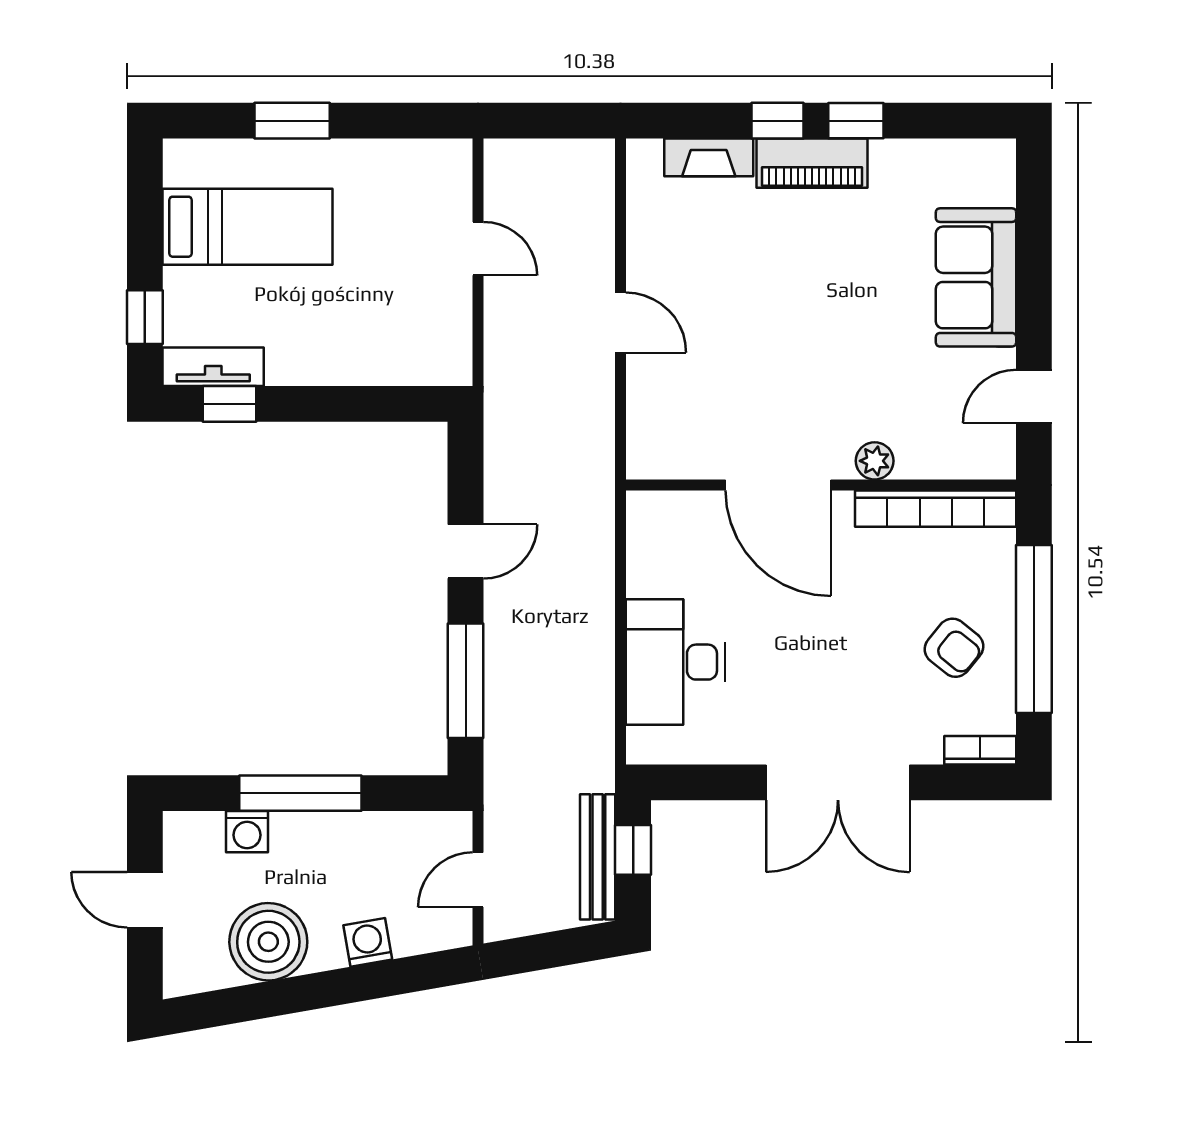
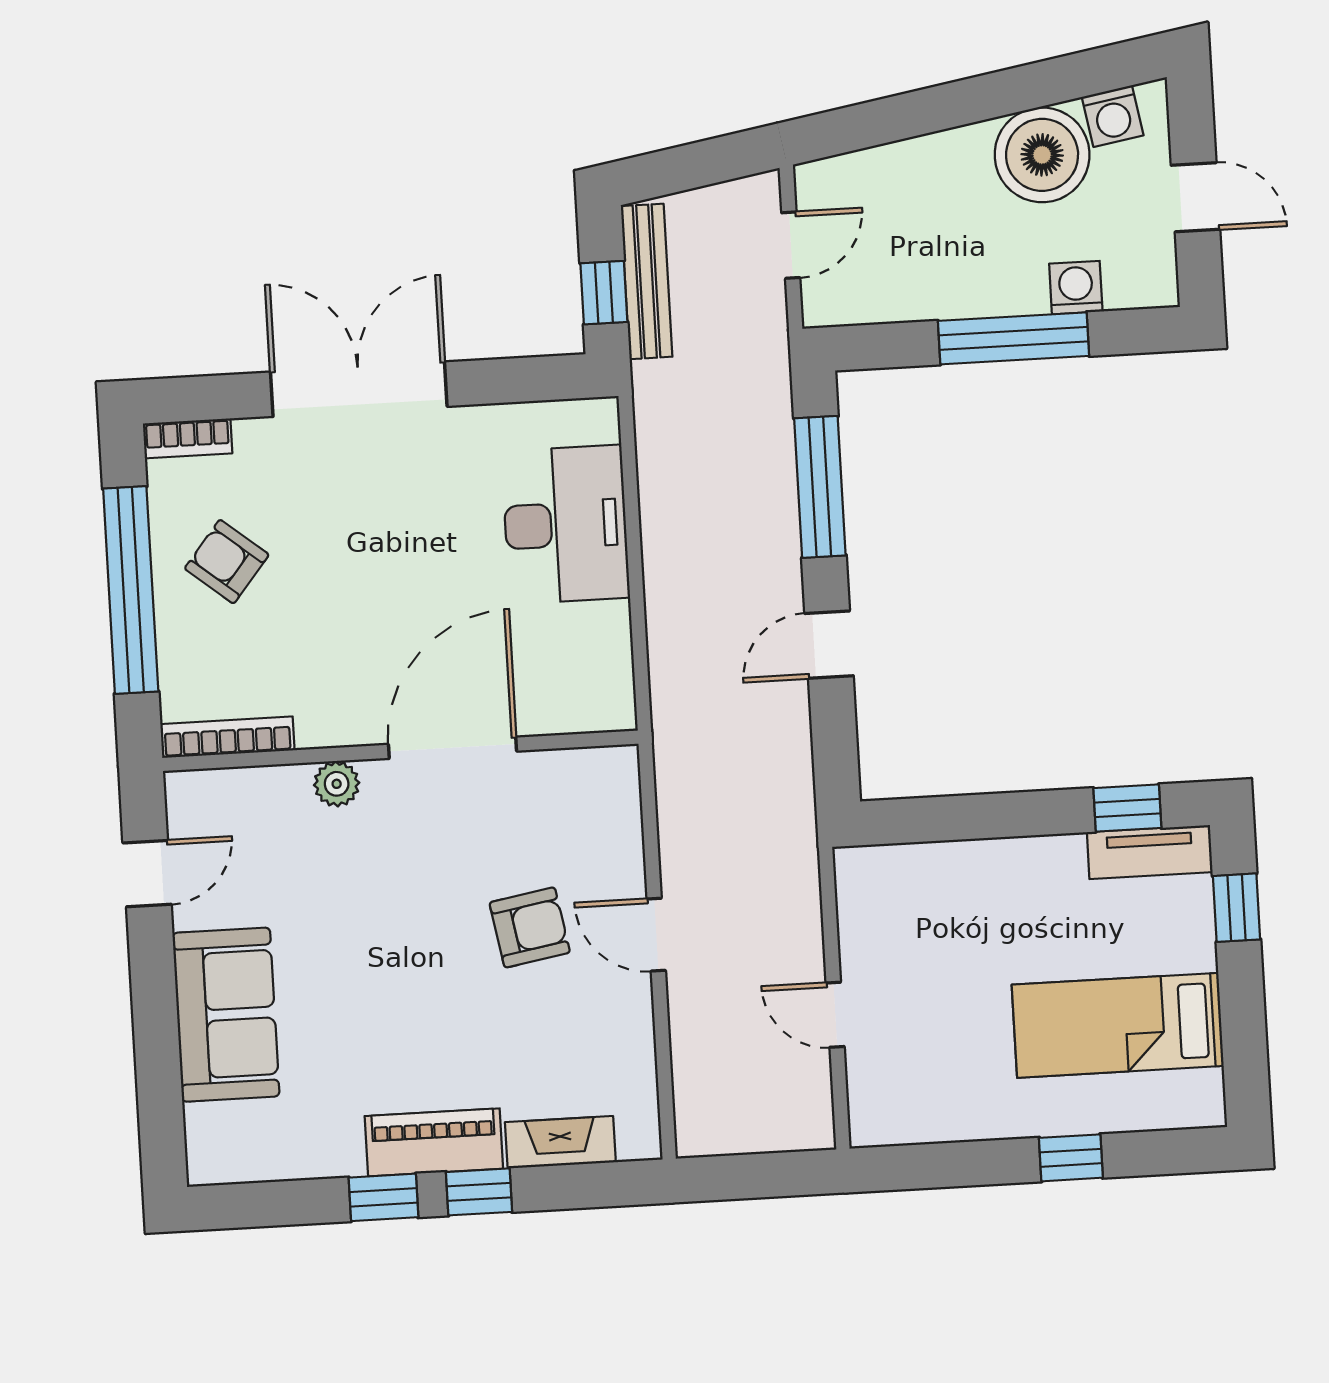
window: (292, 121) -> (1071, 1158), width x0.67
armchair: (724, 334) -> (530, 927), added
door: (778, 485) -> (453, 748), hinge flipped
bookcase: (936, 509) -> (227, 737), width x0.68, depth x0.76
washing machine: (368, 942) -> (1113, 116), moved

